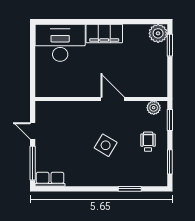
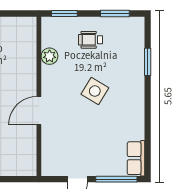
door: (113, 99) -> (39, 111), moved
plant: (154, 108) -> (50, 56), moved

